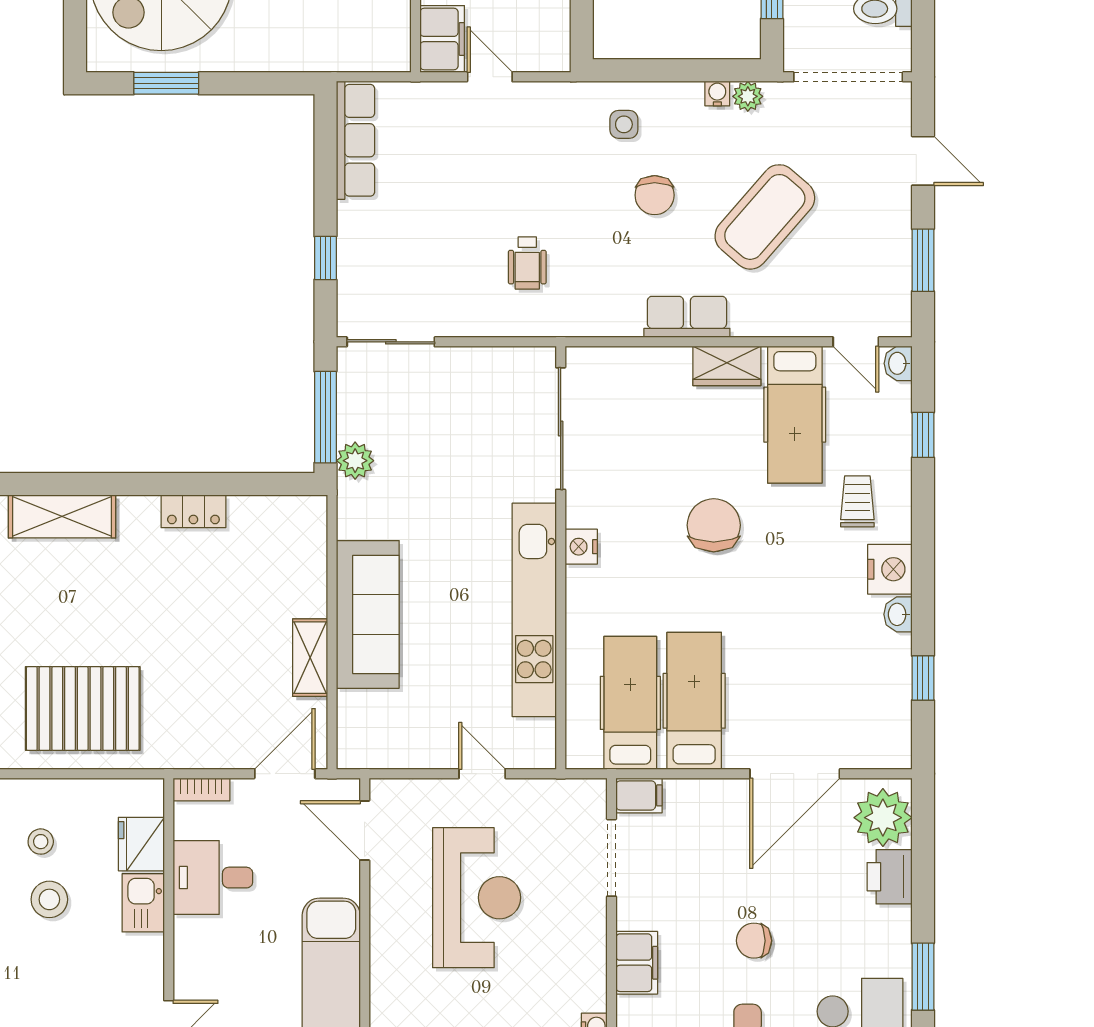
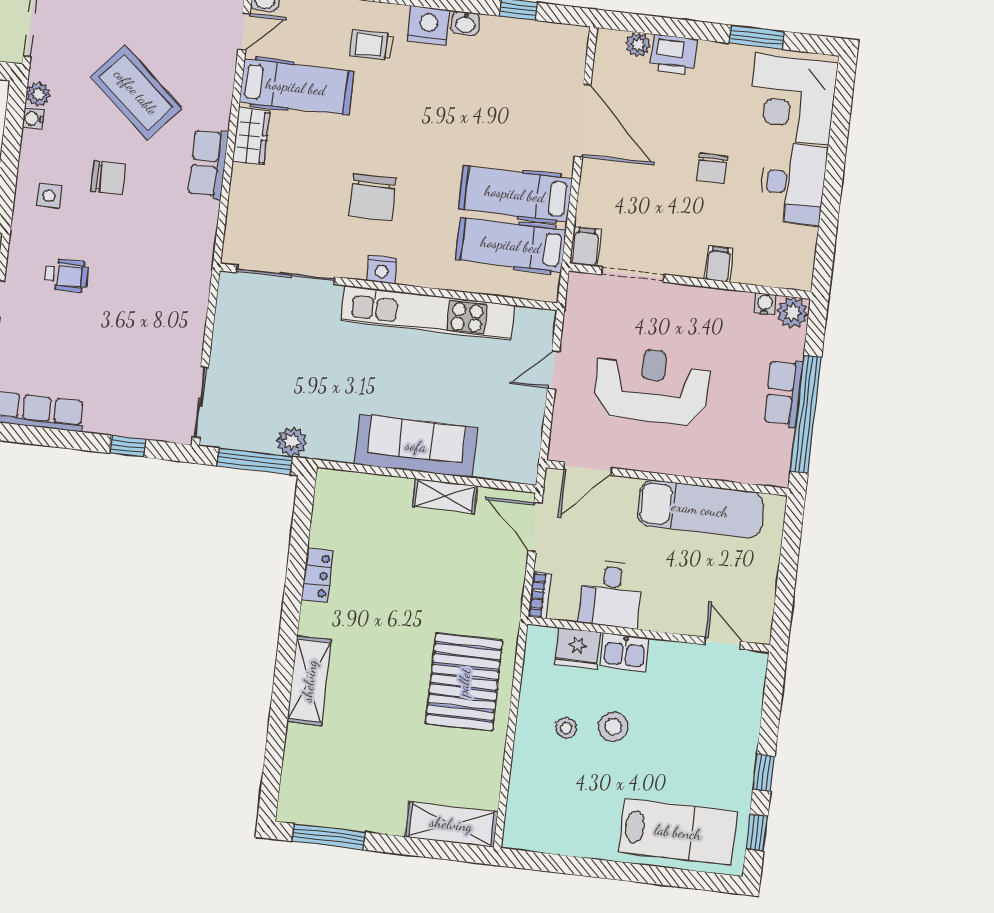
wheelchair: (527, 263) -> (67, 275), moved
chair: (714, 525) -> (373, 197), moved, turned -90
plant: (883, 818) -> (638, 45), width x0.53, depth x0.53
filing cabinet: (637, 963) -> (719, 264), width x0.50

